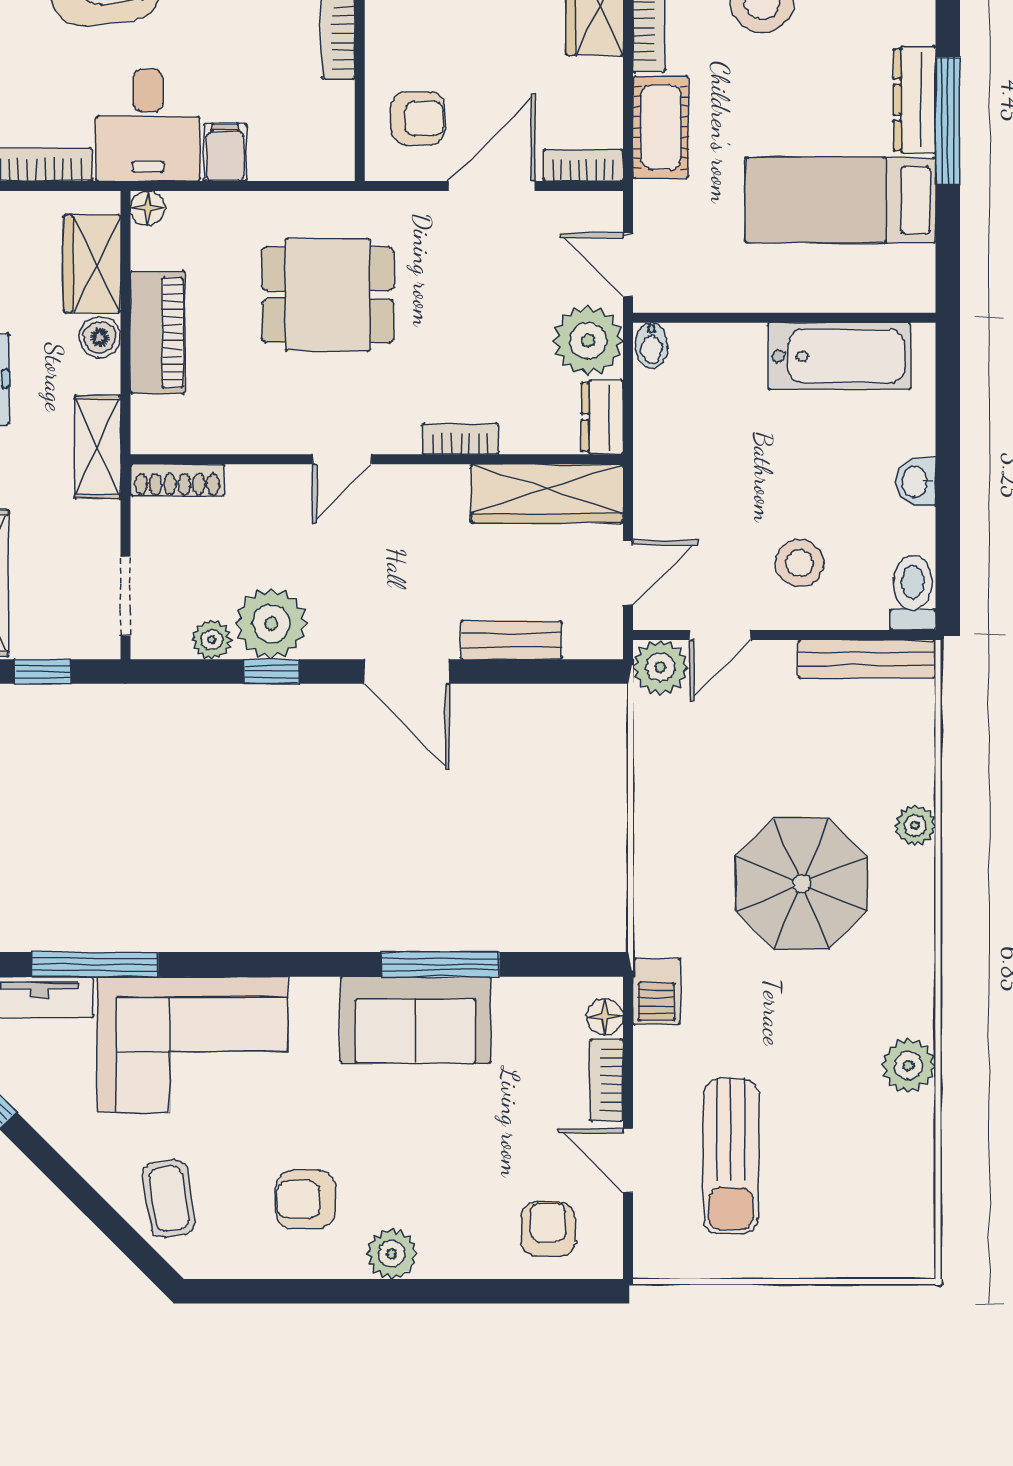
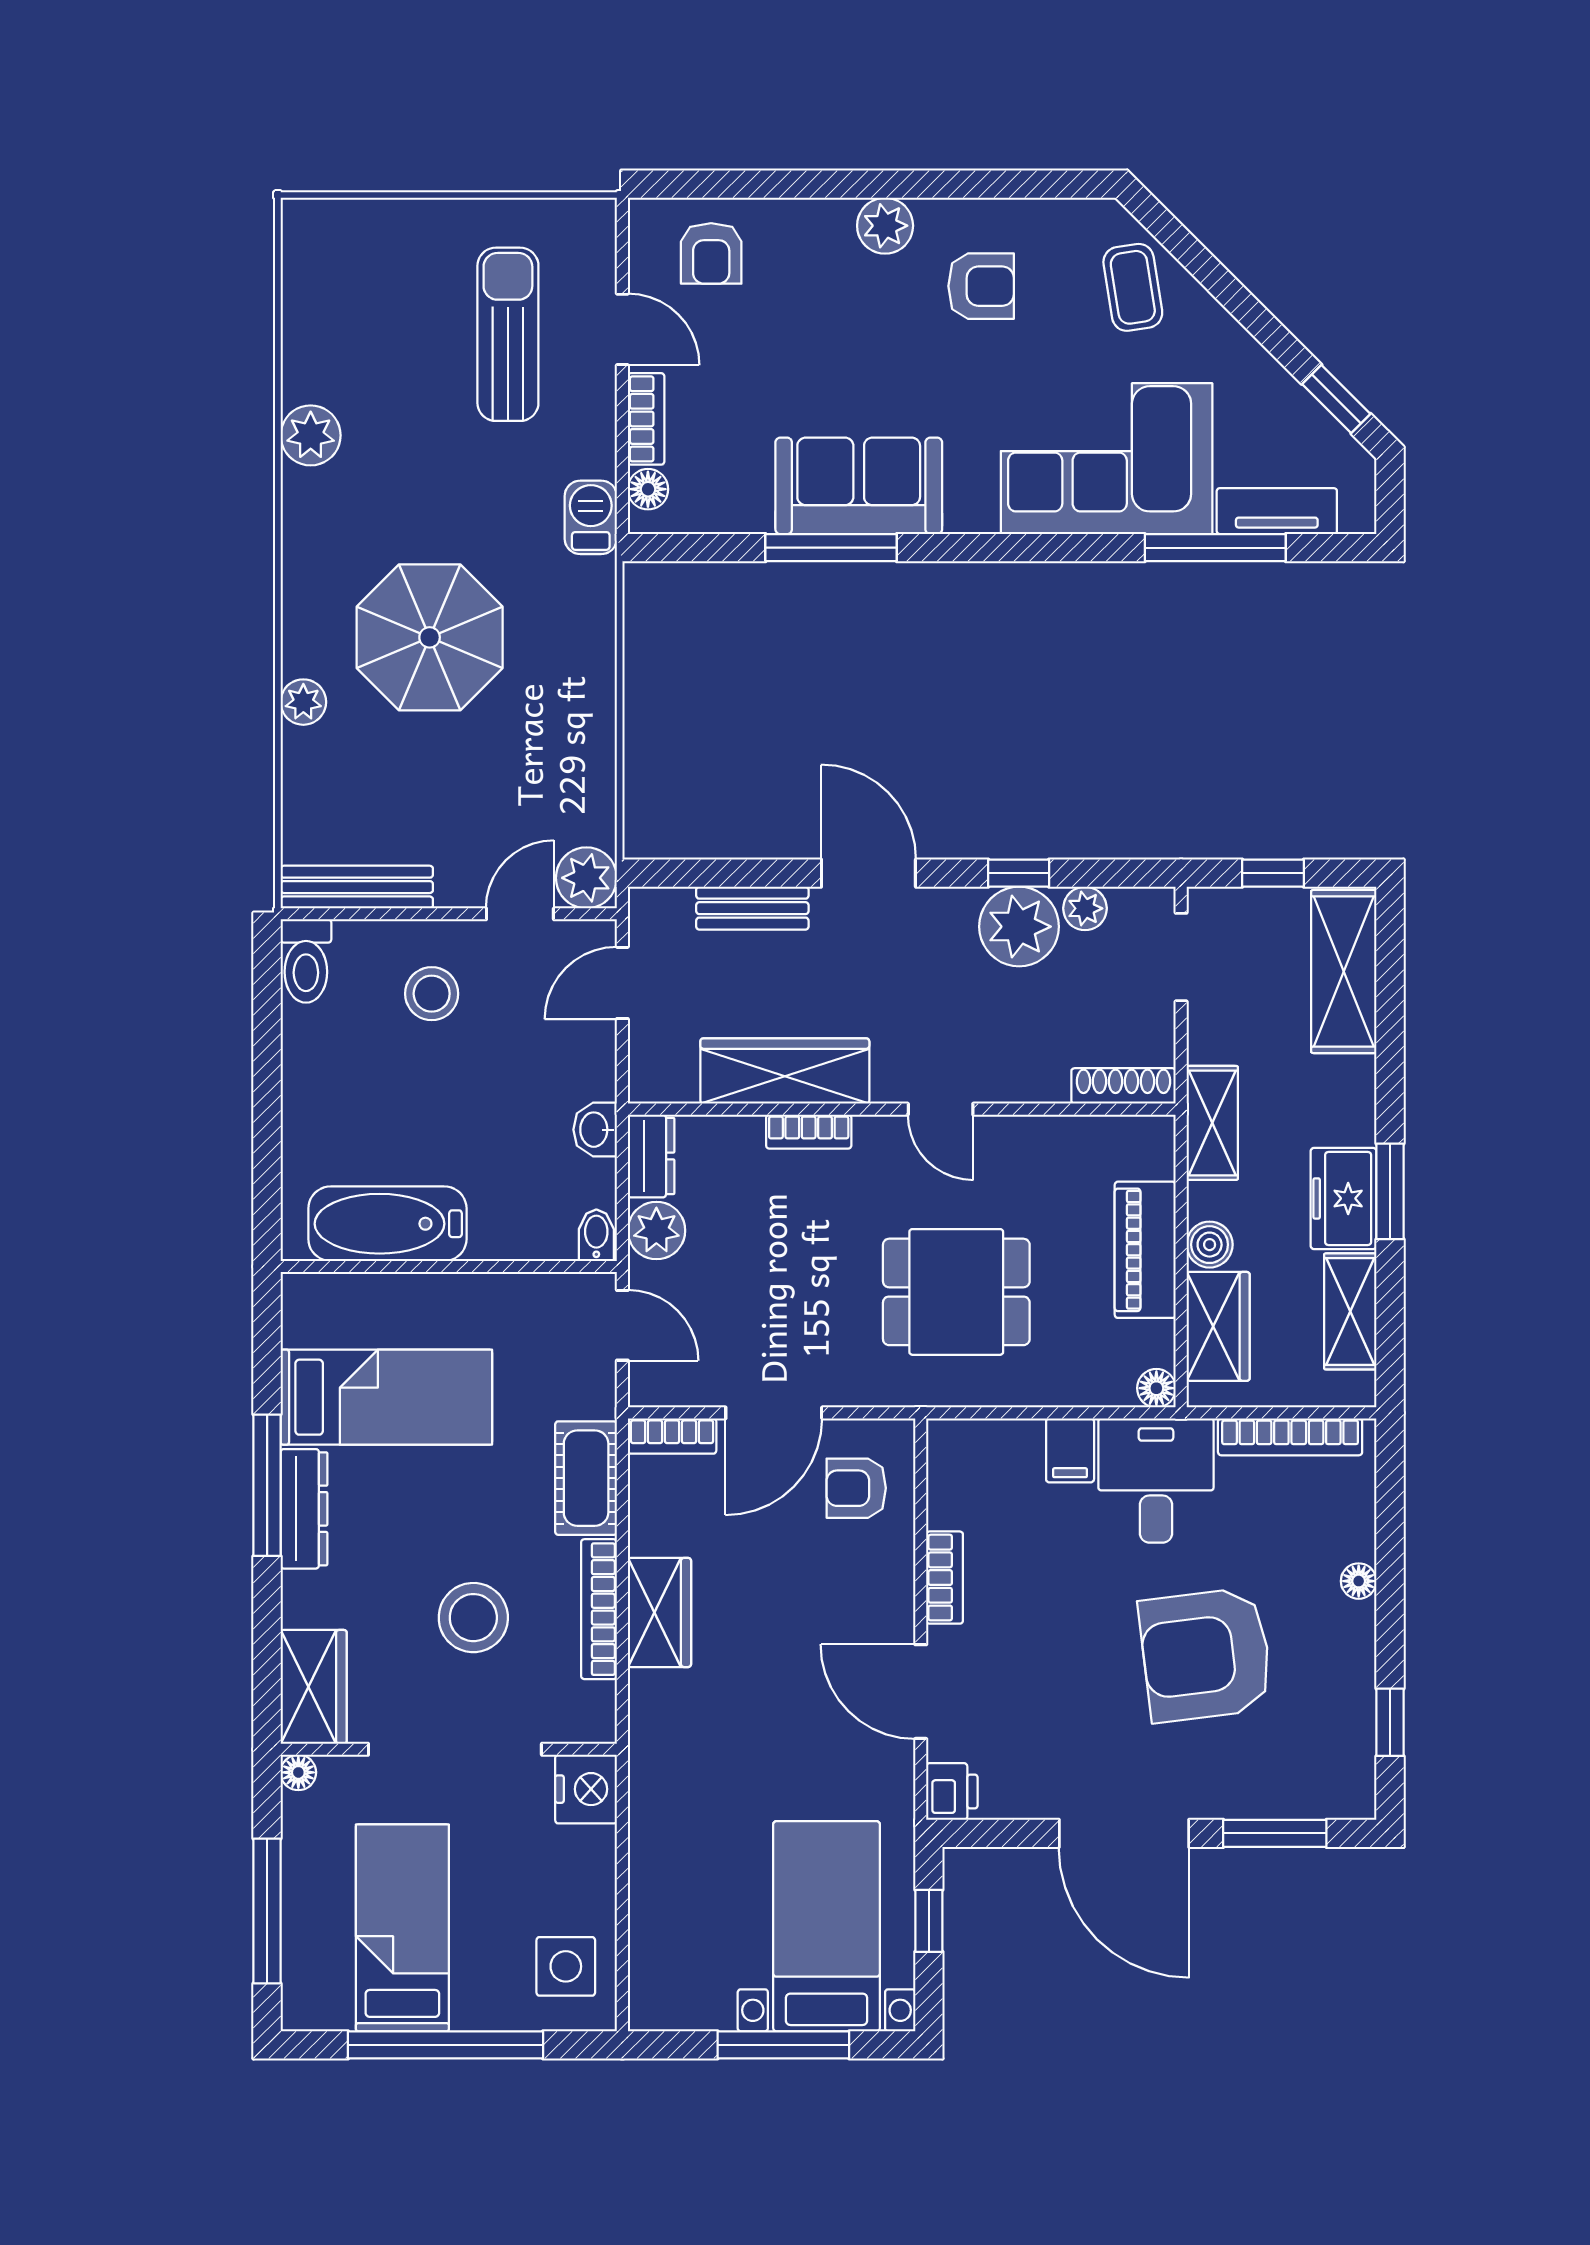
plant: (588, 341) -> (656, 1231), width x0.73, depth x0.73
door: (342, 459) -> (941, 1109), swing flipped
washbasin: (916, 482) -> (595, 1130), moved, turned 180
wardrobe: (547, 493) -> (785, 1071), moved

